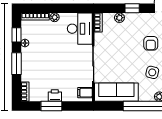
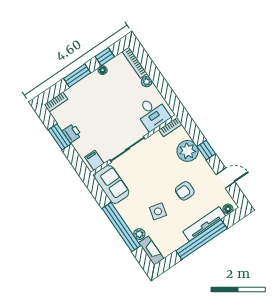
plant: (119, 18) -> (188, 151), width x1.88, depth x1.88
desk: (80, 29) -> (152, 113), width x0.73
sofa: (116, 92) -> (112, 184), width x0.73

